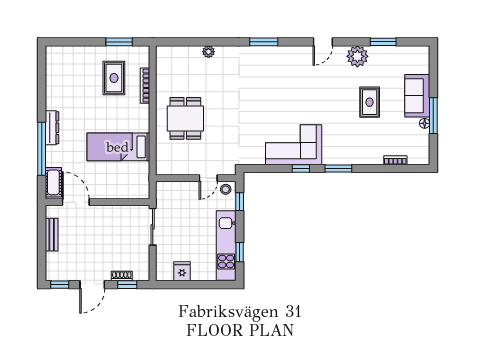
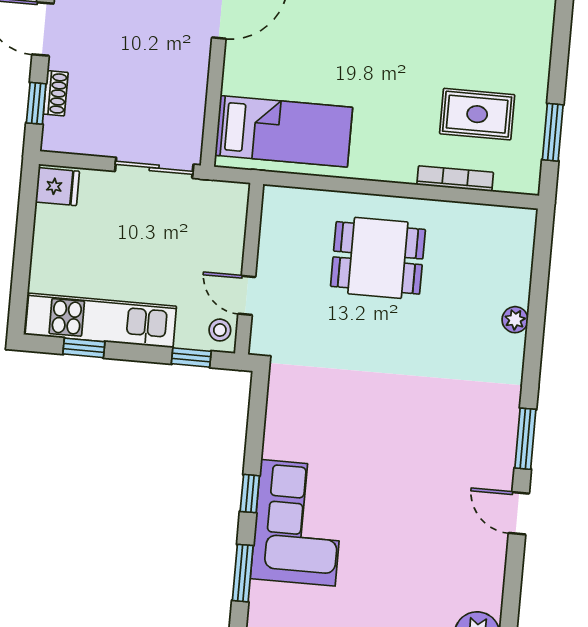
door: (323, 42) -> (519, 513), moved
corner sofa: (294, 145) -> (298, 523), moved
bed: (118, 147) -> (284, 131), moved, turned 90
fridge: (182, 271) -> (57, 187), moved

